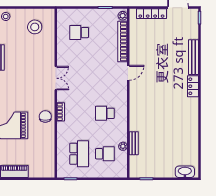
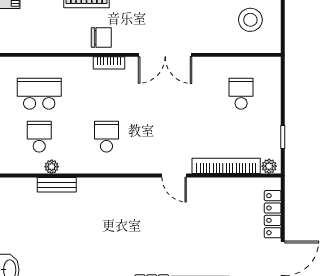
double door: (56, 78) -> (165, 55), width x1.37
school desk: (79, 154) -> (39, 94), turned 180
school desk: (105, 154) -> (39, 137), turned 180

